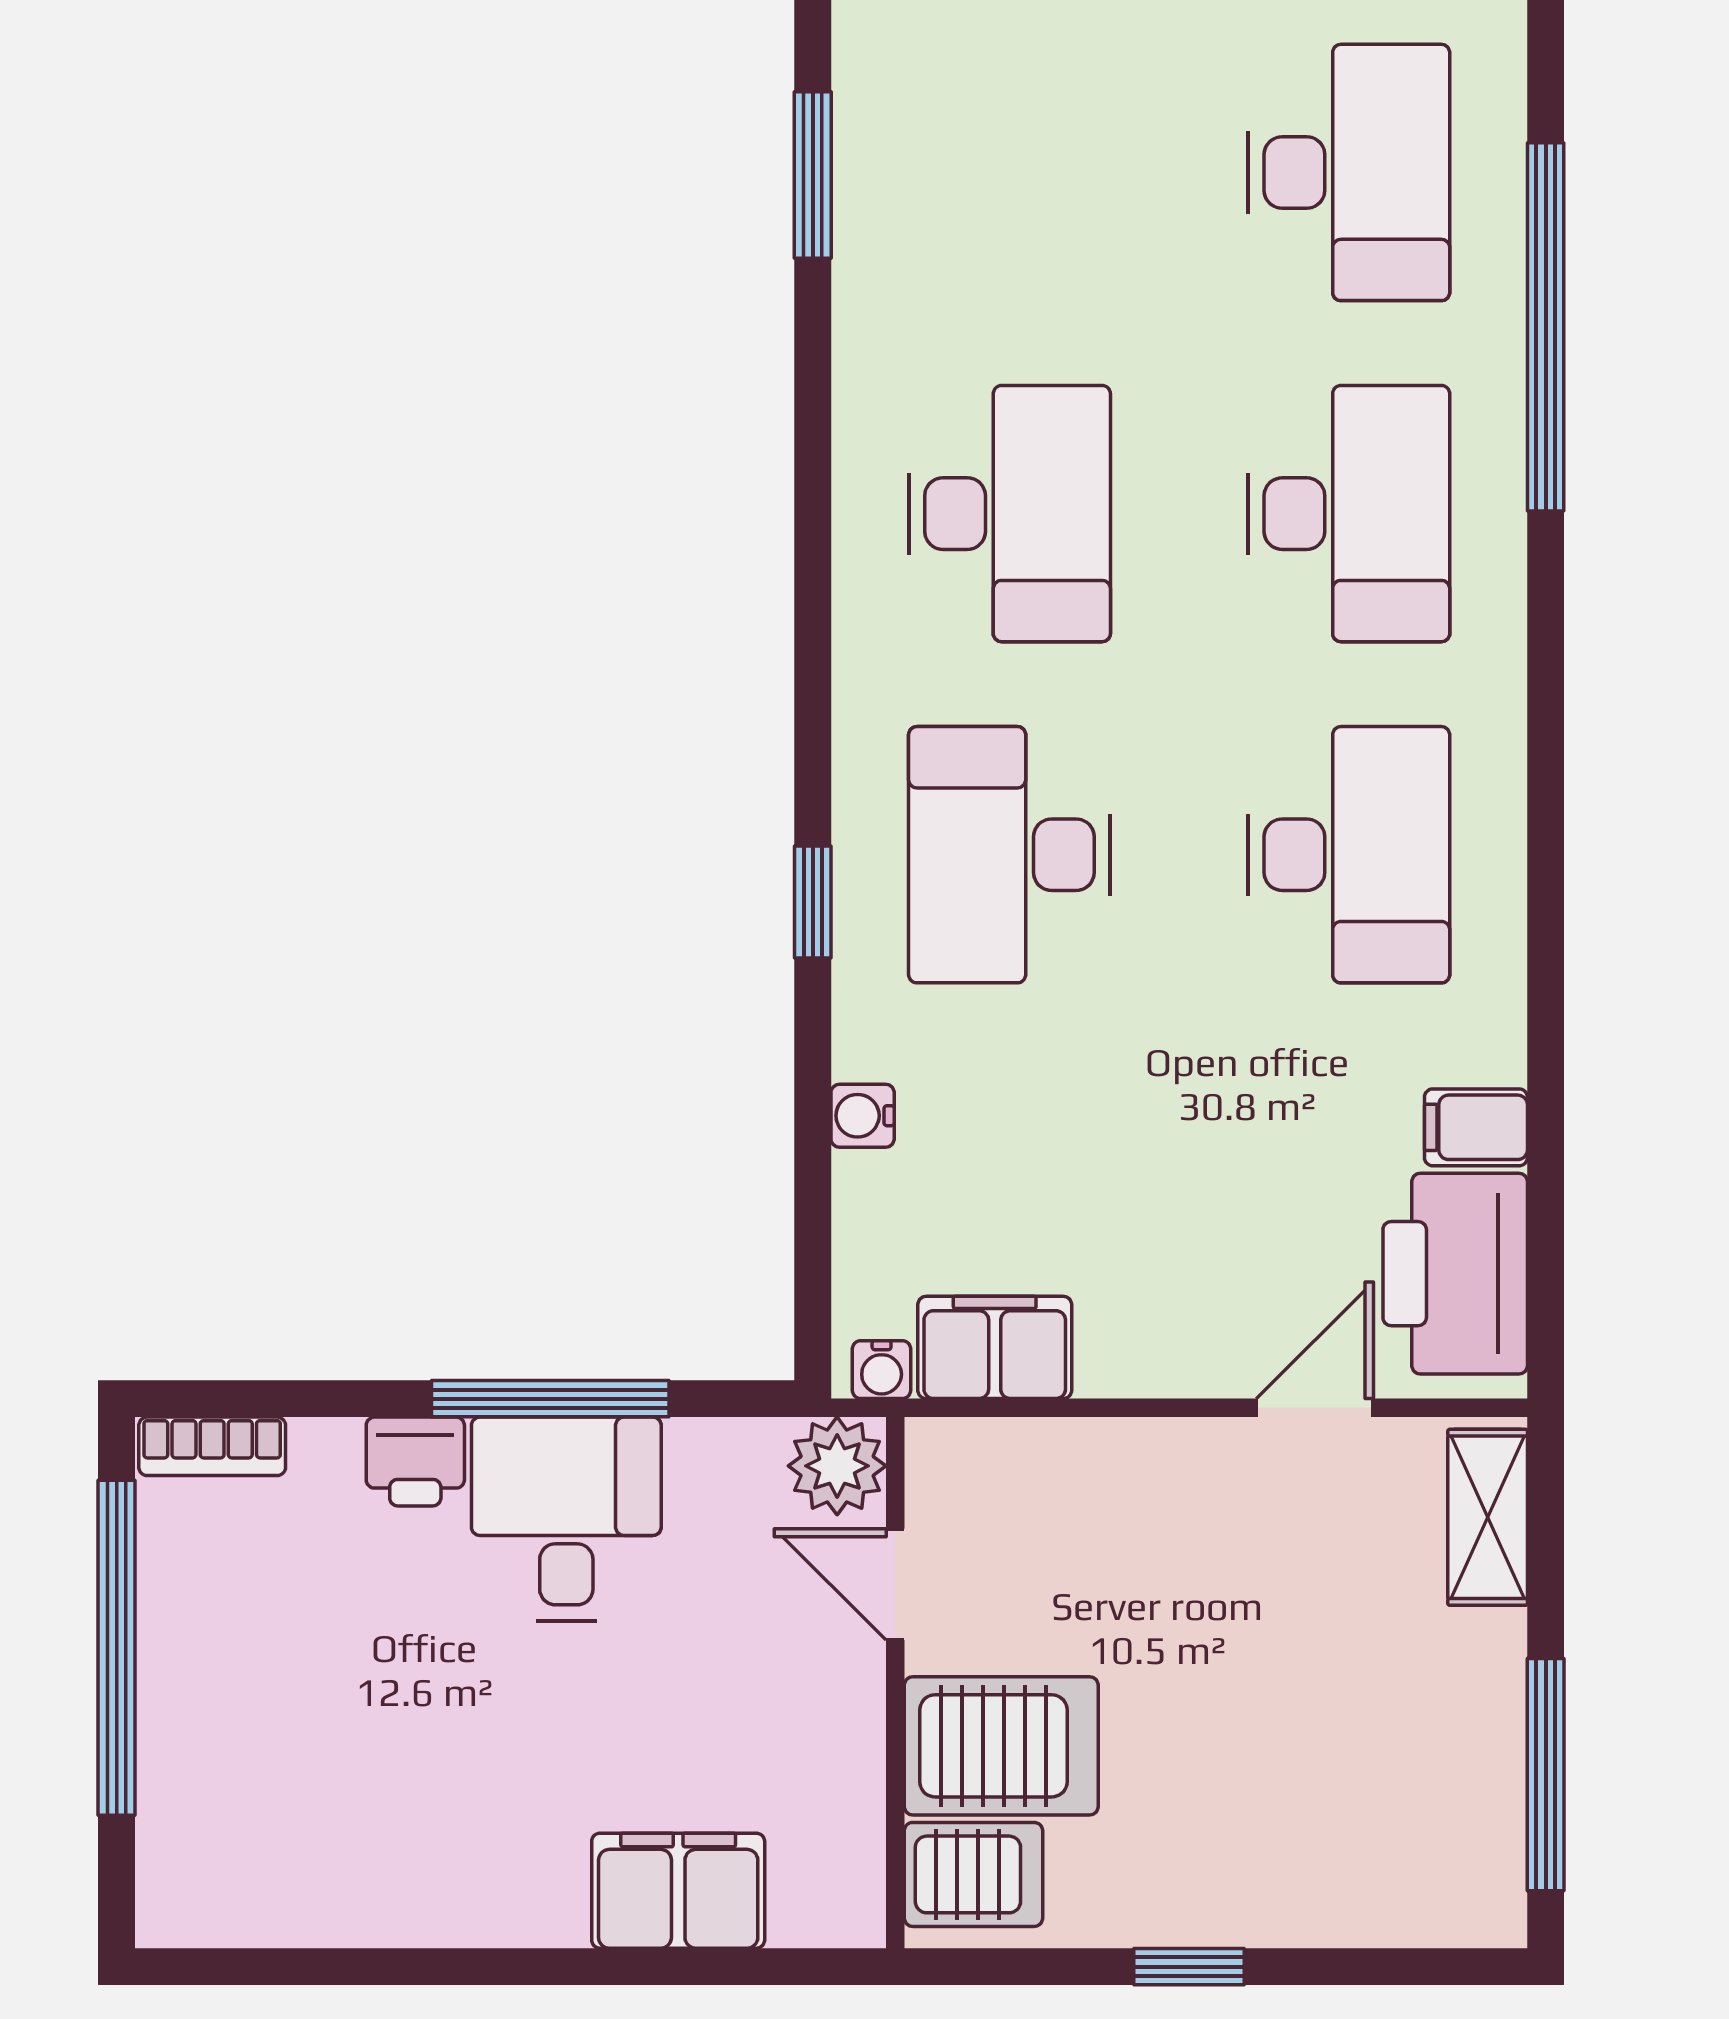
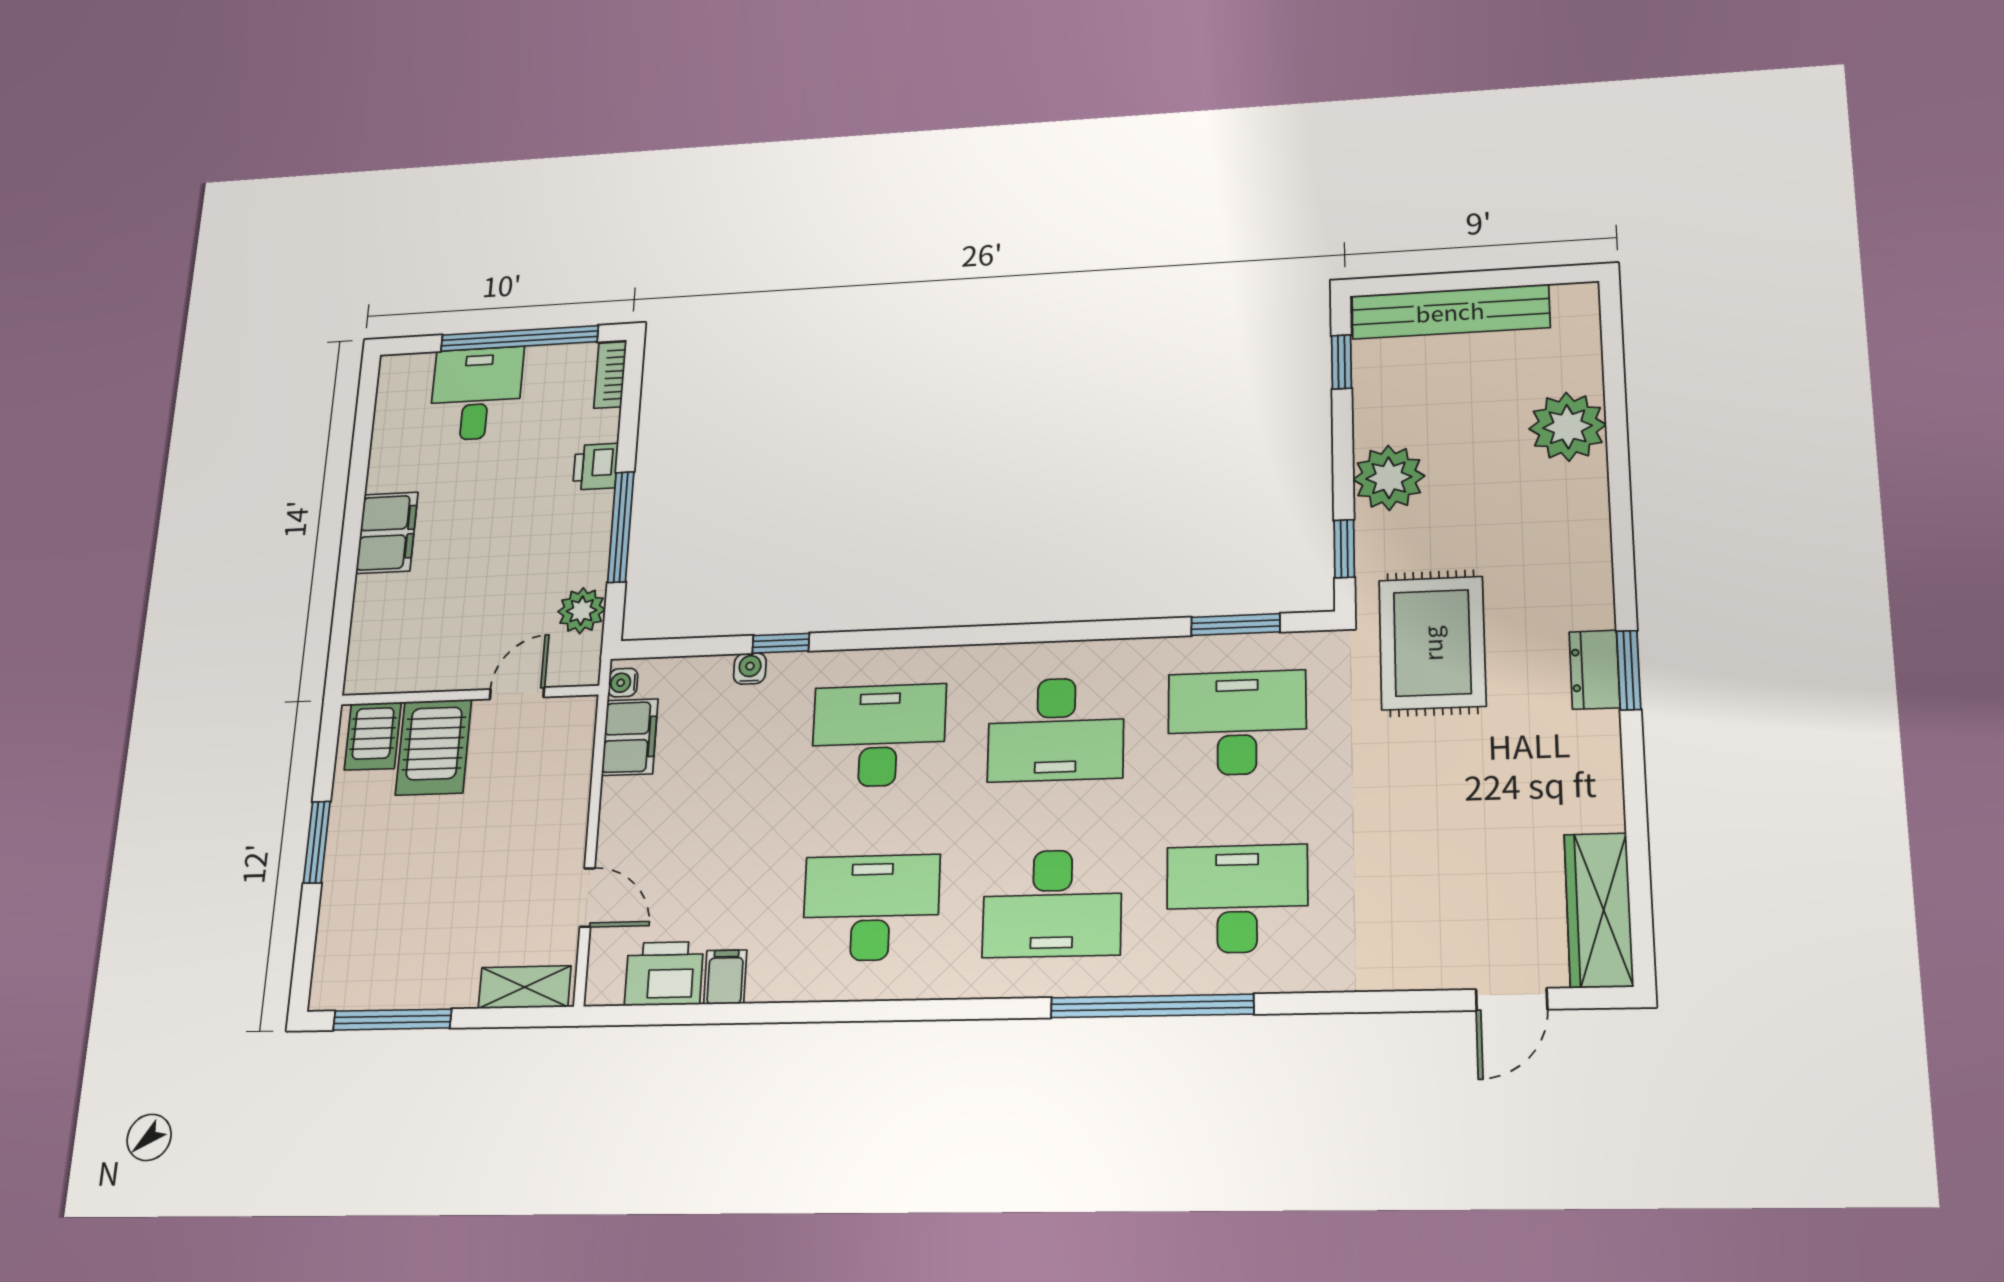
desk: (1009, 172) -> (1237, 723), added
desk: (1349, 172) -> (1237, 899), turned 180
desk: (1349, 855) -> (871, 908), turned 180
window: (813, 902) -> (781, 643), moved
printer: (1455, 1274) -> (664, 974), width x0.73, depth x0.84
plant: (837, 1466) -> (582, 611), moved
desk: (566, 1519) -> (476, 394), moved, turned -90
filing cabinet: (678, 1891) -> (387, 533), moved
window: (1189, 1967) -> (317, 842), width x1.50

